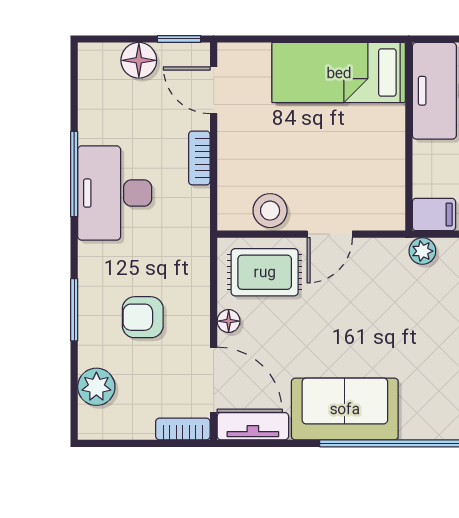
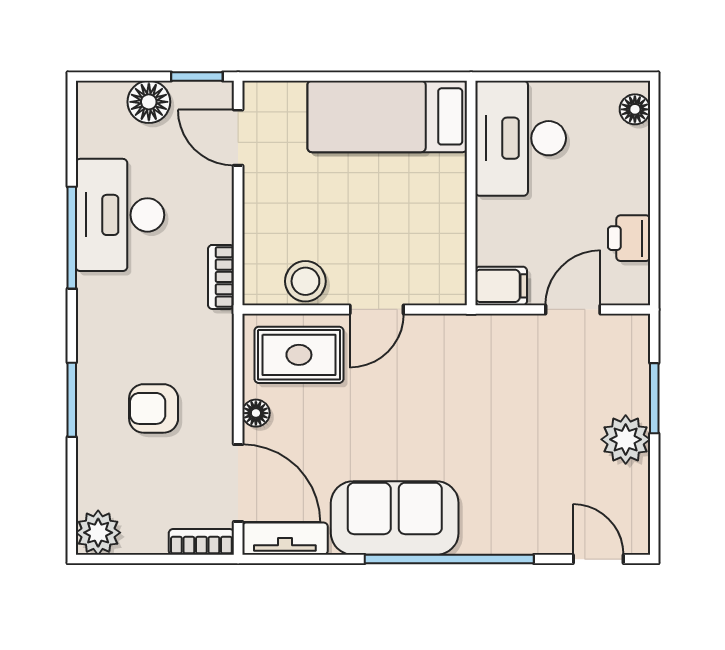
bookcase: (199, 158) -> (221, 277), moved
desk: (115, 193) -> (120, 215), moved
plant: (422, 251) -> (487, 330), removed
plant: (96, 387) -> (98, 533), moved

